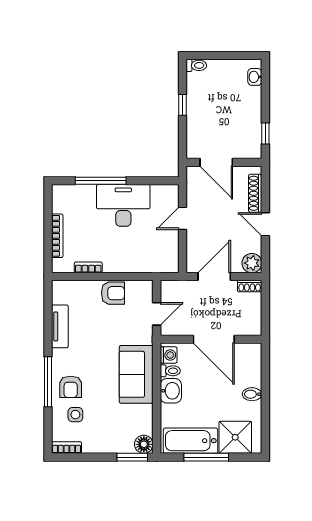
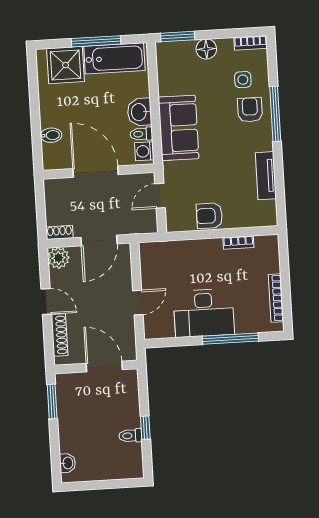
toilet: (196, 65) -> (130, 436), moved
window: (265, 133) -> (52, 401), width x1.50
bookcase: (57, 236) -> (276, 298), moved
bidet: (252, 394) -> (51, 135), moved
floor lamp: (144, 444) -> (206, 49), moved

